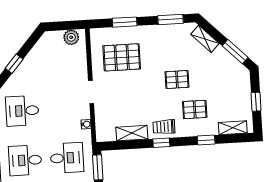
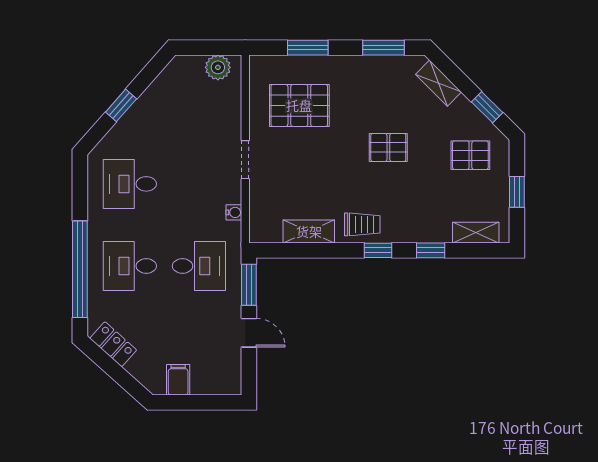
window: (235, 52) -> (487, 107), width x0.67
pallet: (195, 109) -> (470, 155), moved
trolley: (164, 127) -> (362, 224), turned 180
window: (161, 143) -> (378, 250), moved

